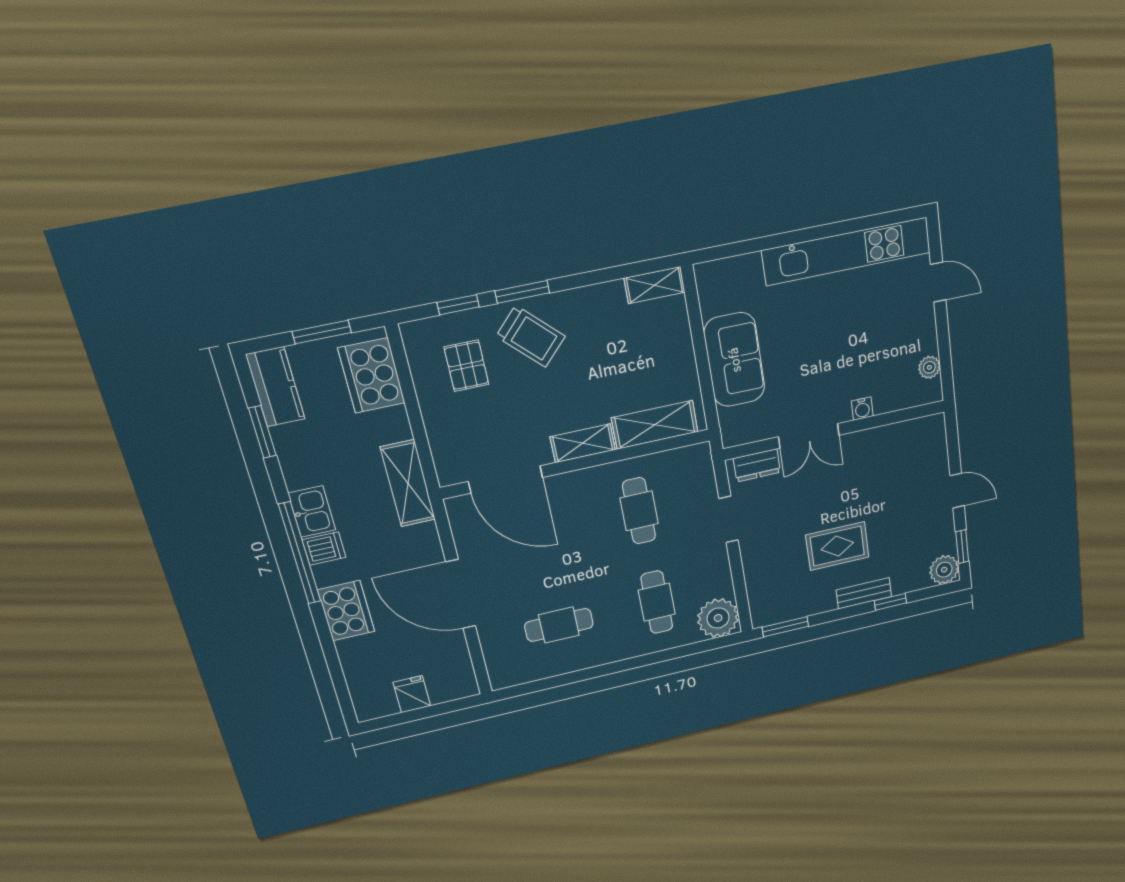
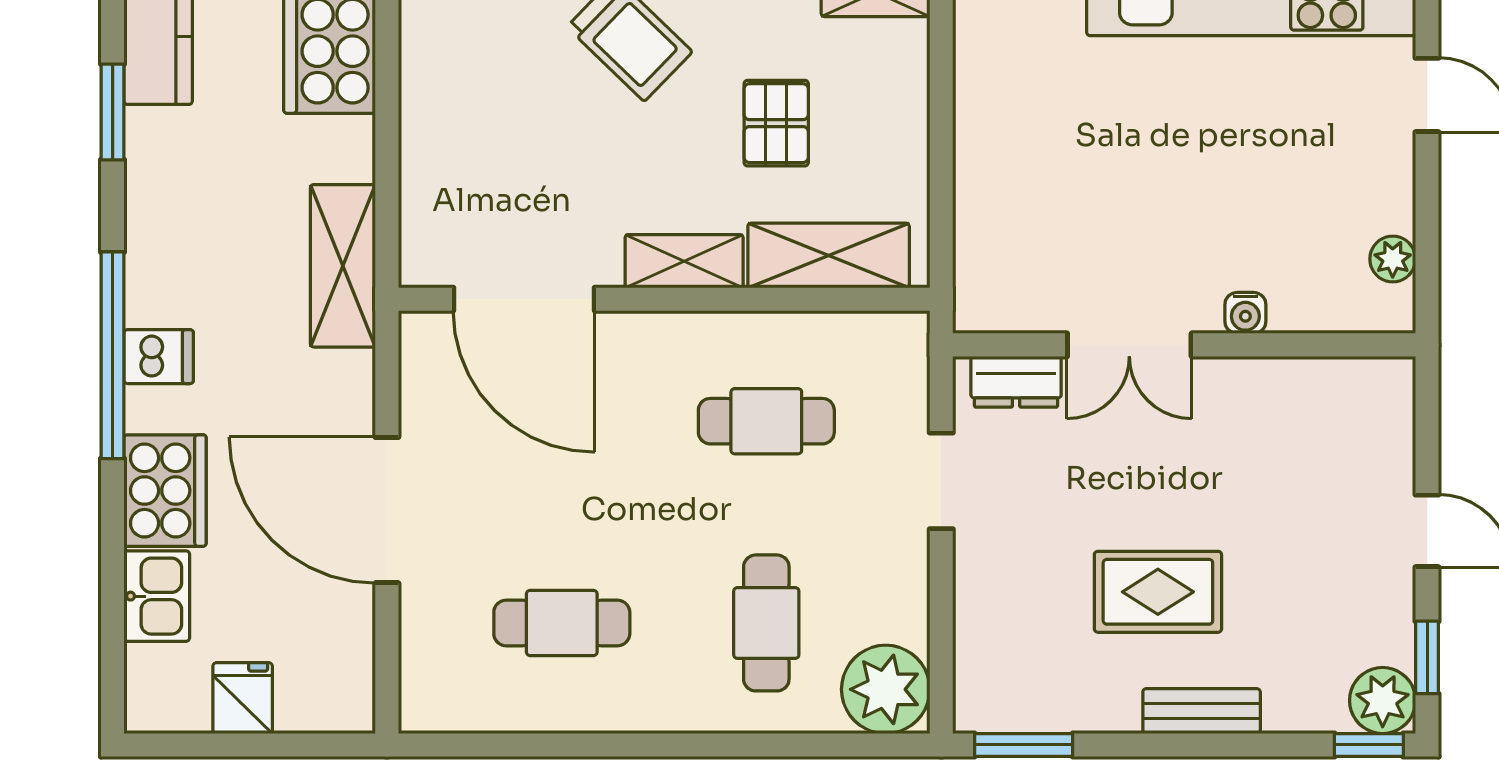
sofa: (734, 360) -> (1004, 162), removed
pallet: (466, 366) -> (776, 123), moved
kitchen sink: (312, 511) -> (157, 596), moved
cafe table: (639, 511) -> (766, 421), turned 90
window: (890, 602) -> (1369, 745), moved

